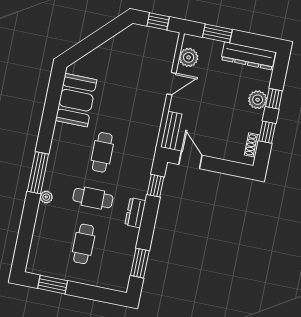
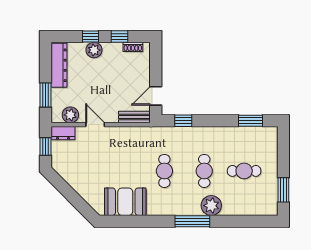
cafe table: (102, 152) -> (164, 171), turned 90
plant: (46, 197) -> (211, 206), width x1.88, depth x1.88
dresser: (135, 213) -> (63, 133), moved

